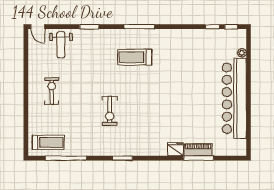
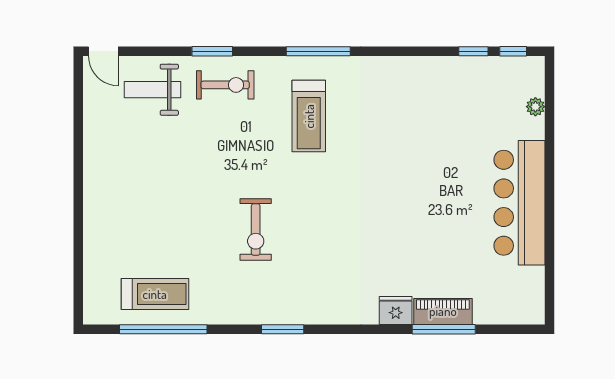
weight bench: (61, 45) -> (152, 90), turned 90
treadmill: (135, 57) -> (309, 116), turned -90
exercise bike: (52, 91) -> (225, 85), moved, turned 90
bar counter: (234, 98) -> (519, 203), width x0.73
treadmill: (48, 143) -> (155, 294), moved

